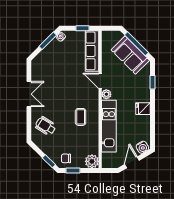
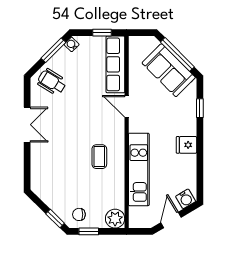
plant: (106, 94) -> (135, 125), removed
wheelchair: (46, 126) -> (52, 82), moved

